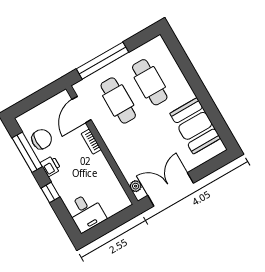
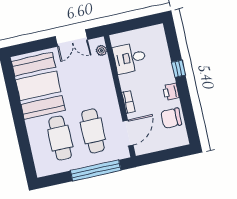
booth: (195, 126) -> (38, 86), width x1.36, depth x1.42
window: (27, 152) -> (188, 110), removed
double door: (171, 189) -> (71, 38), width x0.73
desk: (86, 212) -> (130, 58), moved, turned -90

